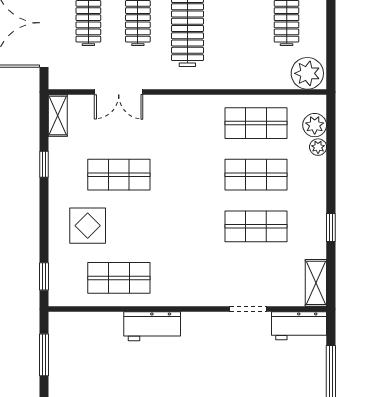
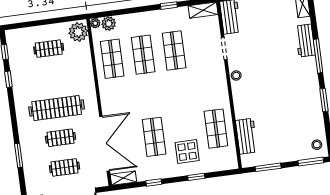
double door: (119, 92) -> (105, 144), width x1.87
plant: (318, 147) -> (95, 23), moved
window: (44, 276) -> (196, 177), moved
stool: (201, 323) -> (236, 75), added
workbench: (152, 326) -> (246, 136), moved

